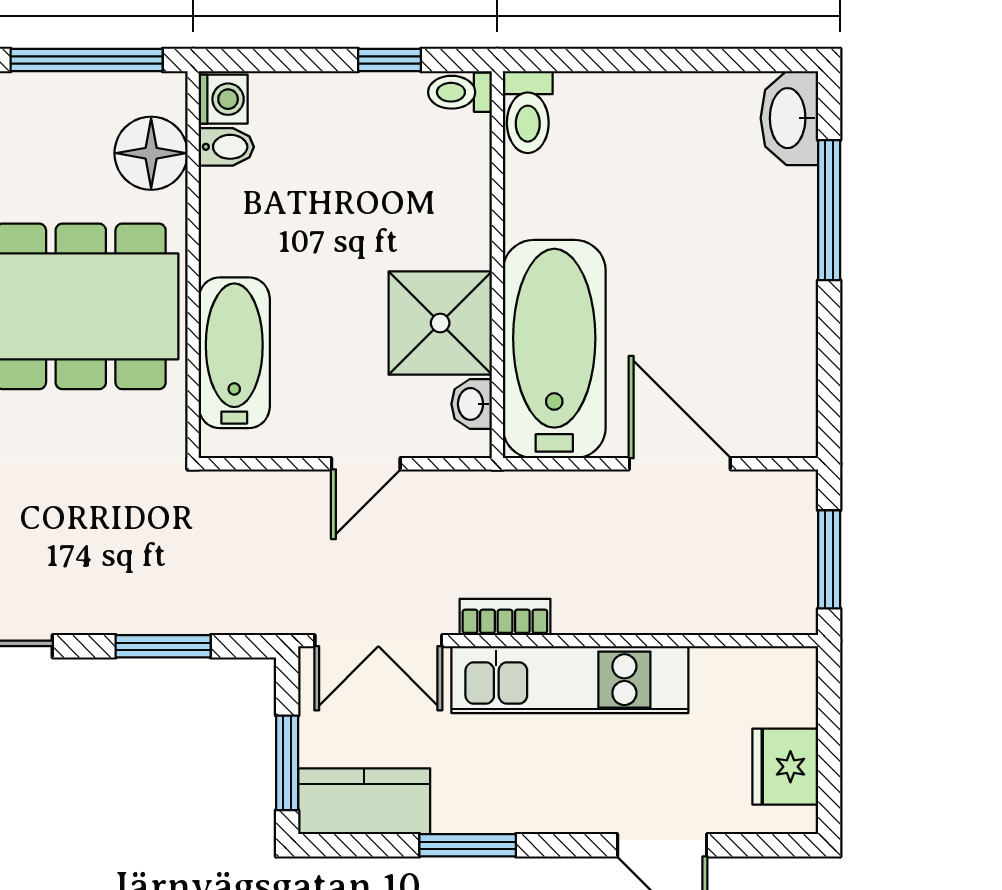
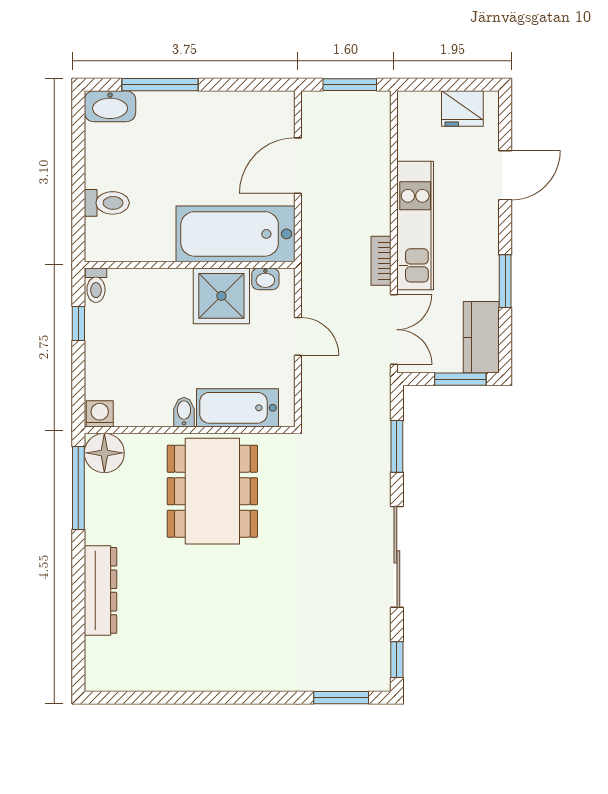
toilet: (528, 112) -> (107, 203), moved
bidet: (226, 147) -> (184, 412), moved
floor lamp: (151, 153) -> (104, 453), moved

